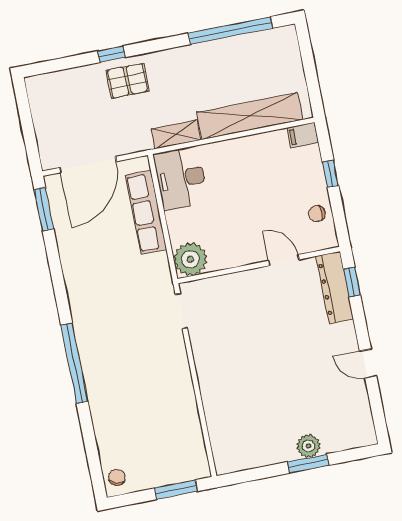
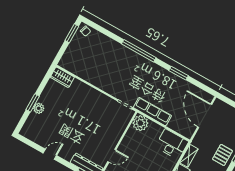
window: (44, 209) -> (179, 73), moved
row of seats: (146, 212) -> (152, 112), moved
wardrobe: (225, 451) -> (62, 77), added
window: (176, 490) -> (72, 33), moved

